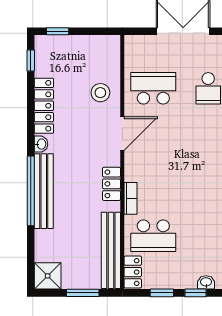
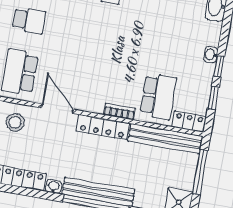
locker: (112, 184) -> (103, 127), width x1.53
window: (83, 293) -> (200, 172), width x1.44

